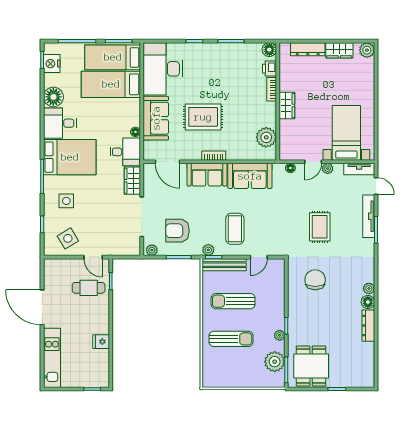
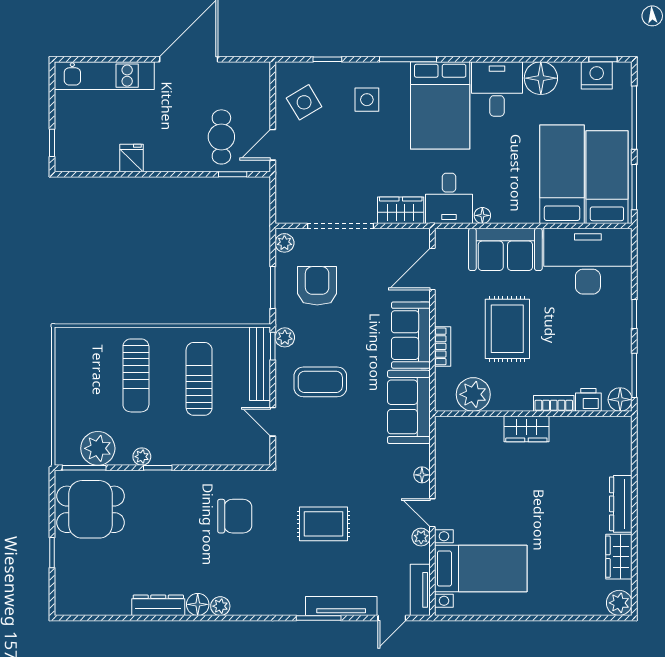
floor lamp: (269, 50) -> (620, 400), moved
printer: (269, 69) -> (588, 400), moved
bookcase: (272, 89) -> (554, 403), moved
wall: (278, 101) -> (533, 414), moved
wardrobe: (287, 106) -> (526, 429), moved
plant: (266, 137) -> (473, 394), moved

